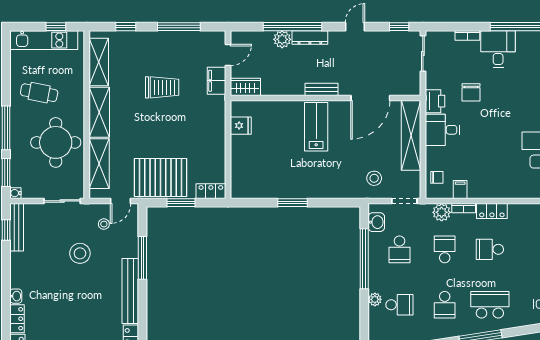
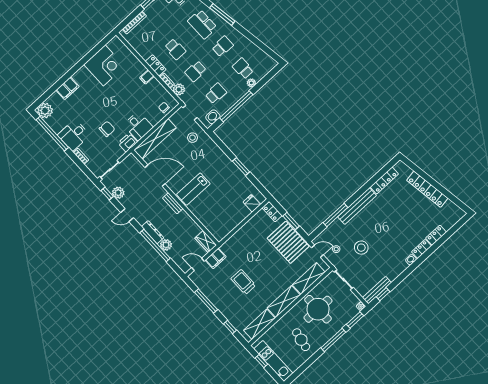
plant: (389, 40) -> (118, 193), added
fridge: (241, 126) -> (252, 203), moved
filing cabinet: (460, 189) -> (147, 77), moved

